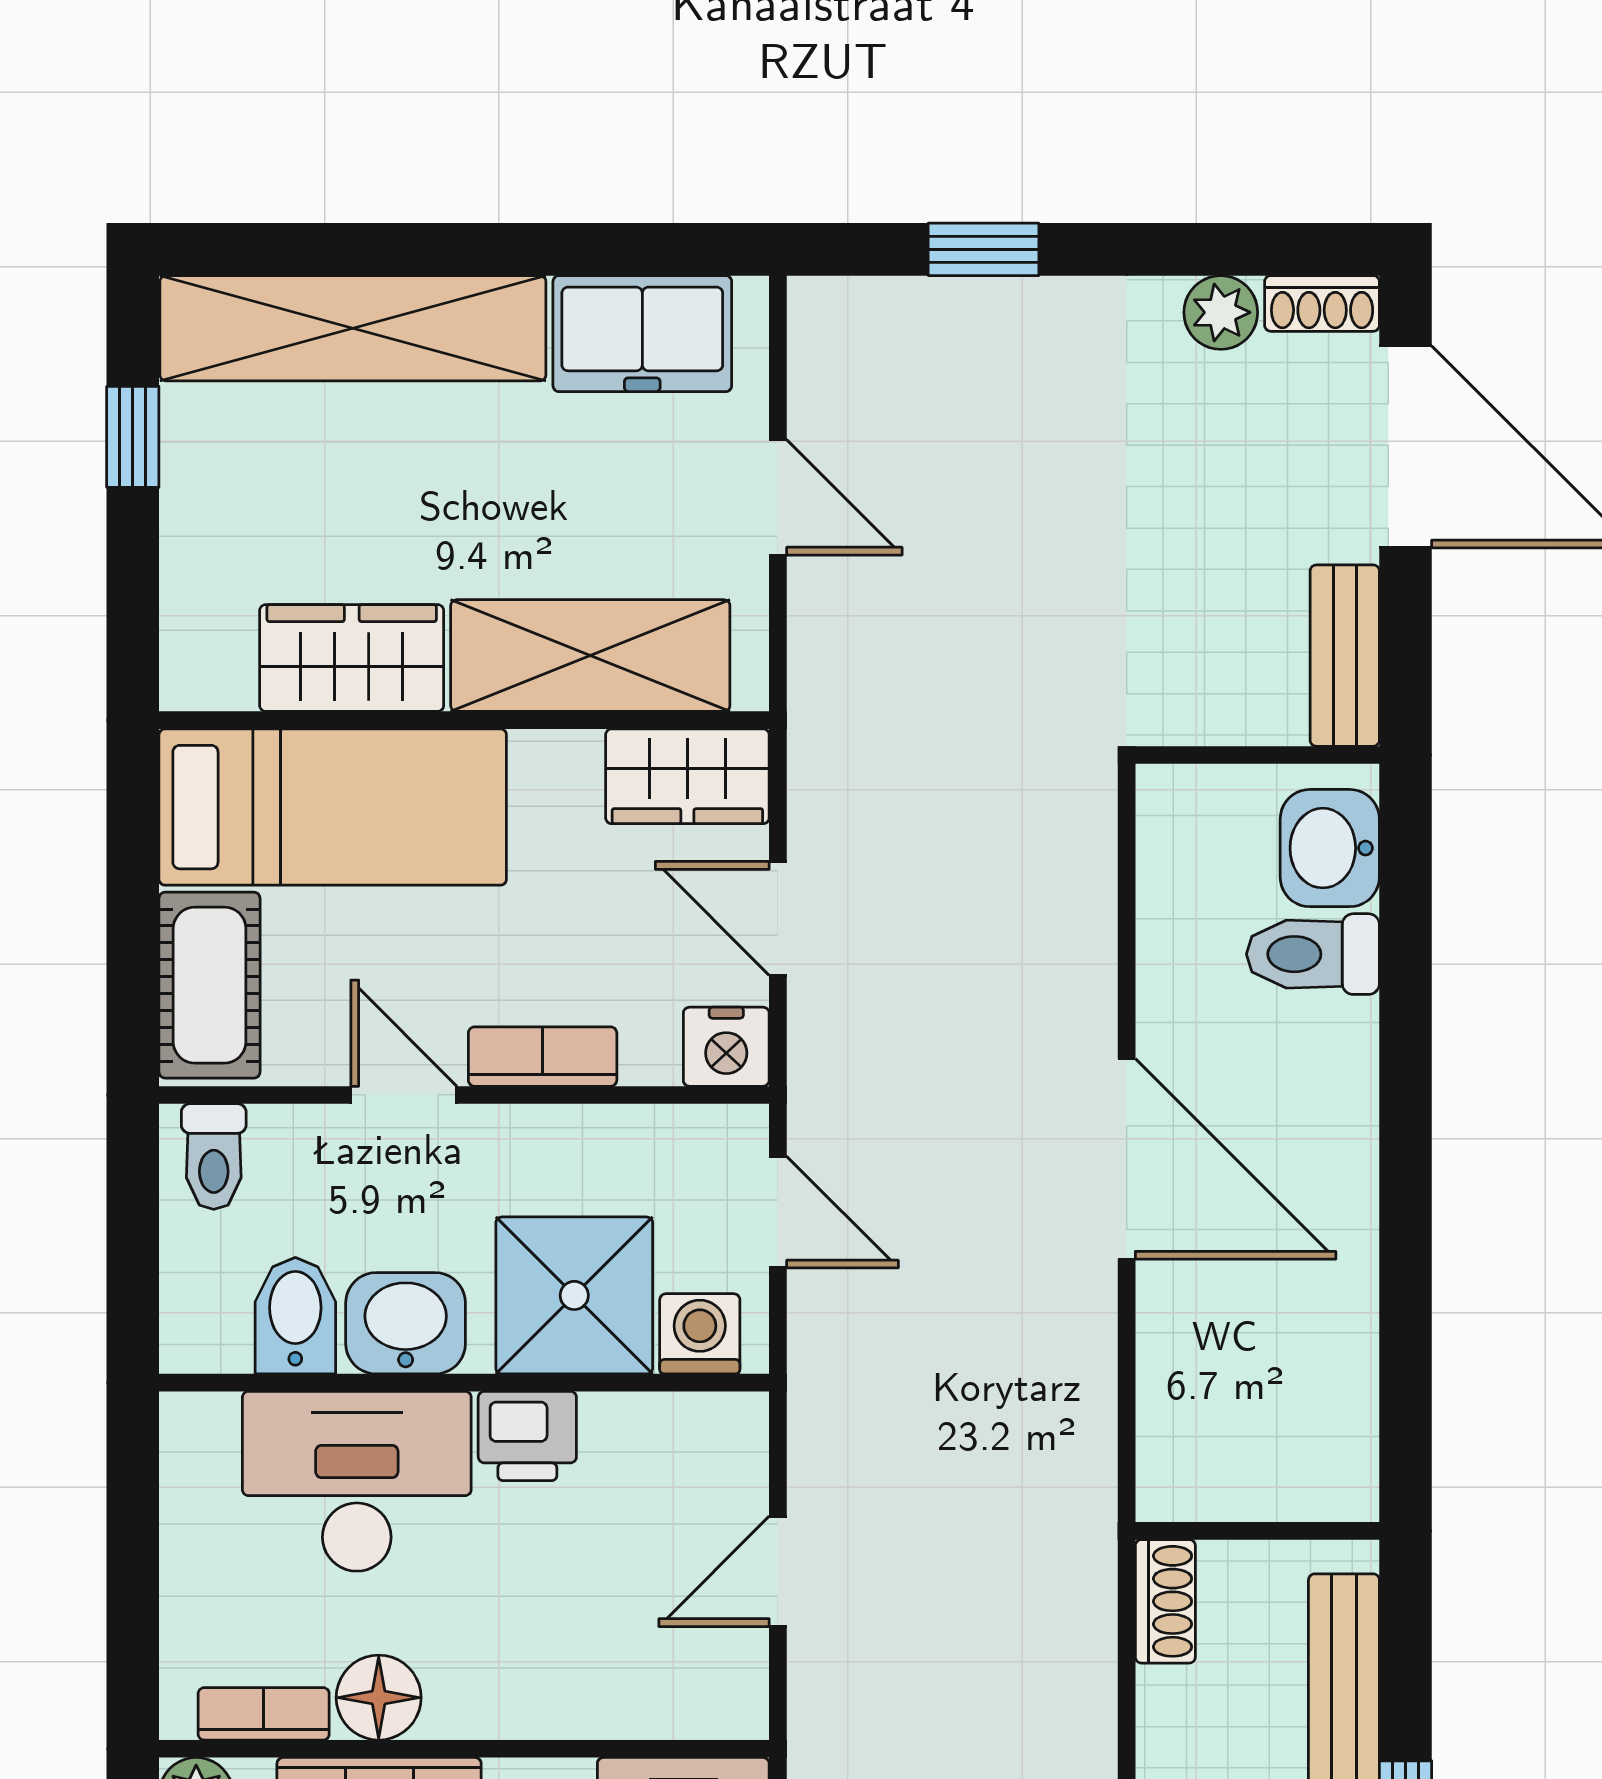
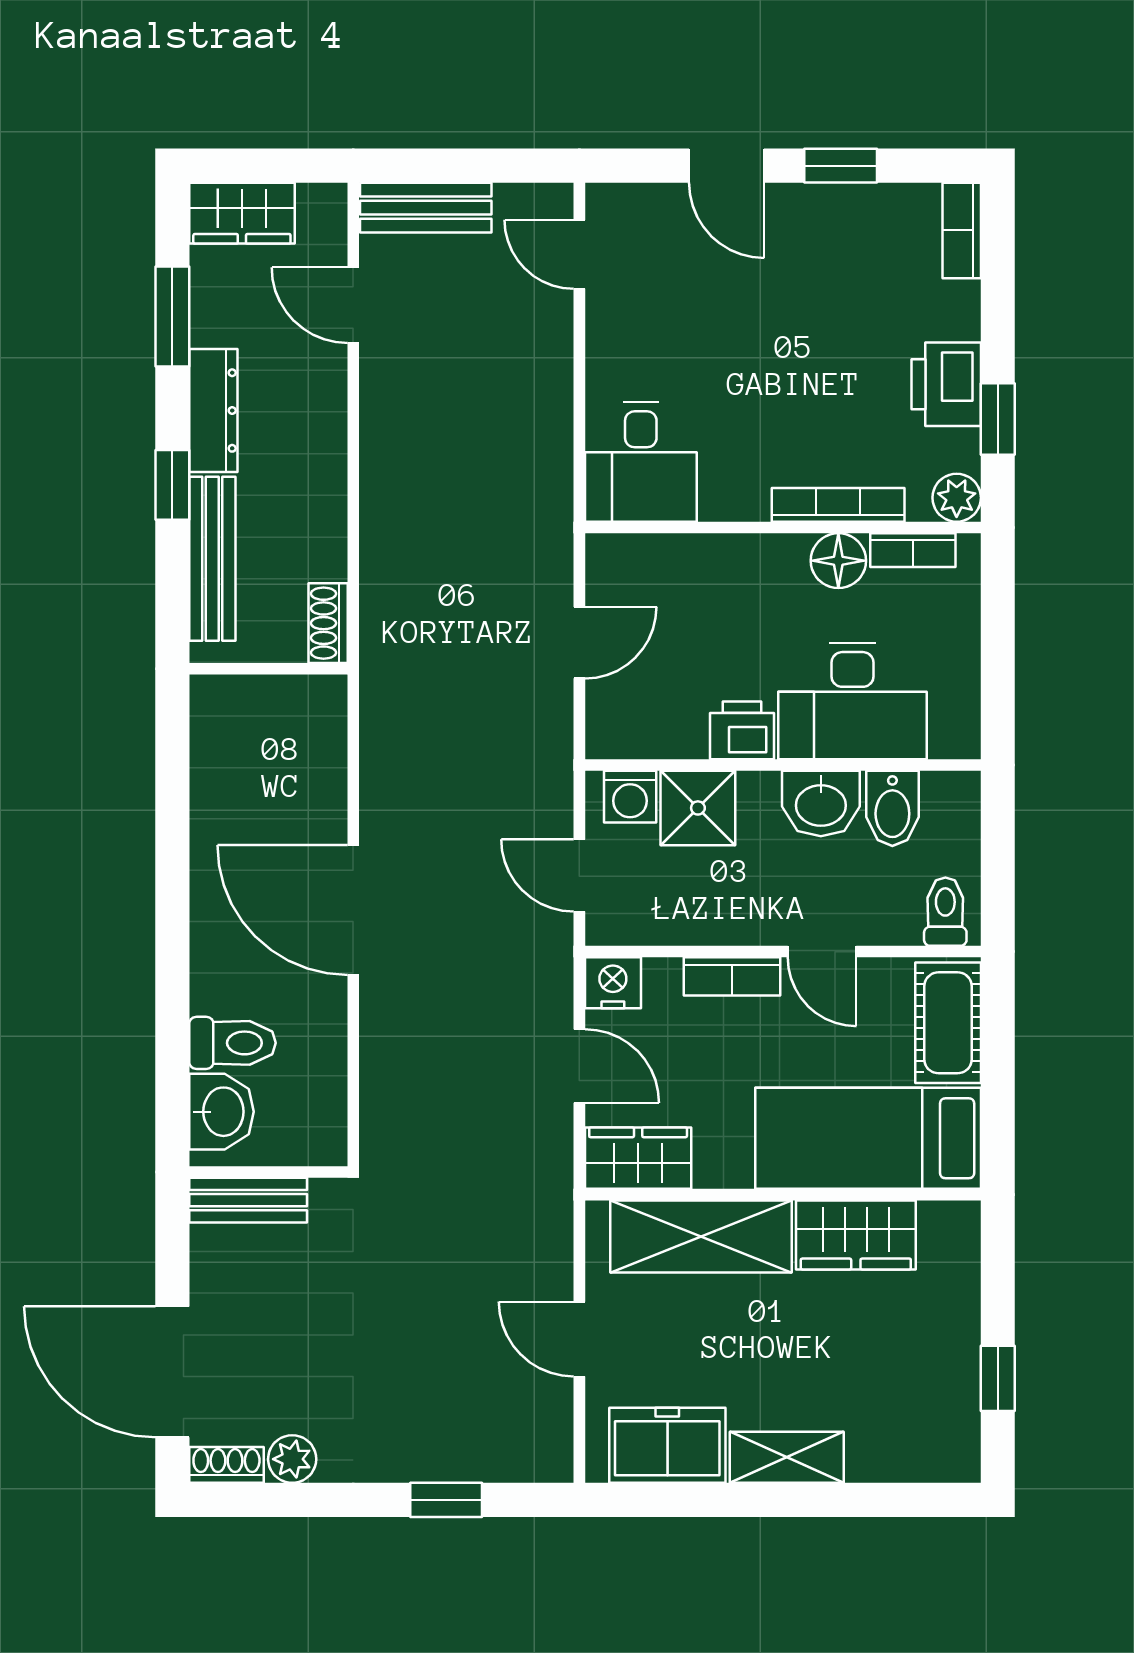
shelving: (353, 328) -> (787, 1457), width x0.45, depth x0.75
bench: (1345, 656) -> (248, 1200), moved, turned 90
shower: (574, 1295) -> (698, 808), width x0.73, depth x0.73

